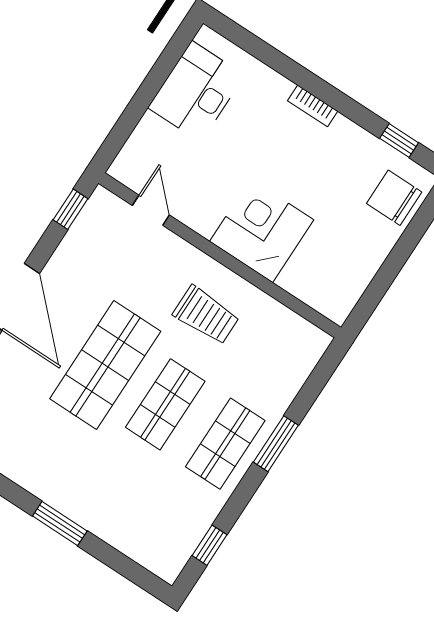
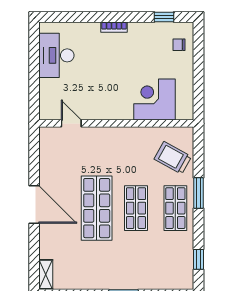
chair: (394, 198) -> (179, 45), width x0.54, depth x0.54
window: (71, 209) -> (34, 147), removed
corner desk: (262, 231) -> (155, 100), moved
trolley: (206, 315) -> (173, 158), moved, turned -151

